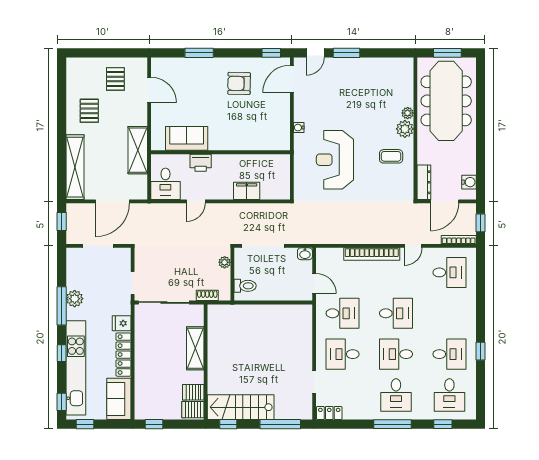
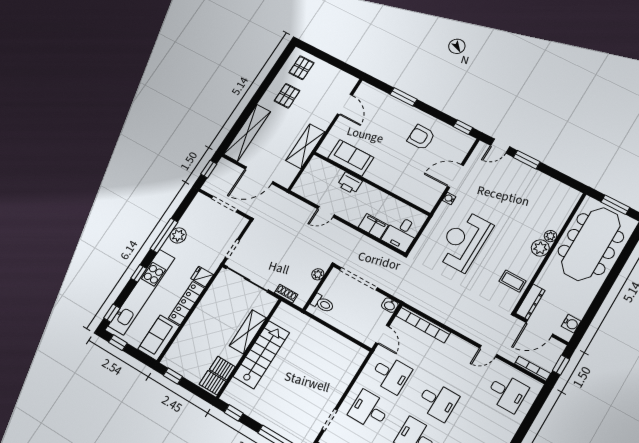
pallet: (115, 79) -> (301, 68), moved
door: (292, 79) -> (455, 176), moved
coffee table: (391, 156) -> (513, 281), moved
desk: (165, 184) -> (401, 233), moved
bookcase: (372, 254) -> (423, 324), moved
stairs: (241, 407) -> (261, 355), moved, turned 90

